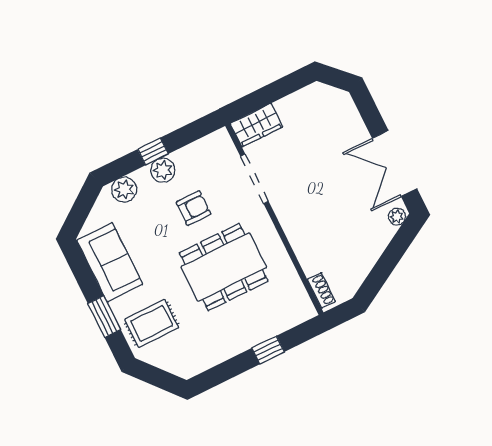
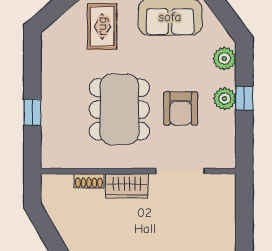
wardrobe: (256, 125) -> (127, 186), moved, turned -90
armchair: (193, 208) -> (181, 108), width x1.38, depth x1.38
shoe rack: (321, 290) -> (89, 181), moved

